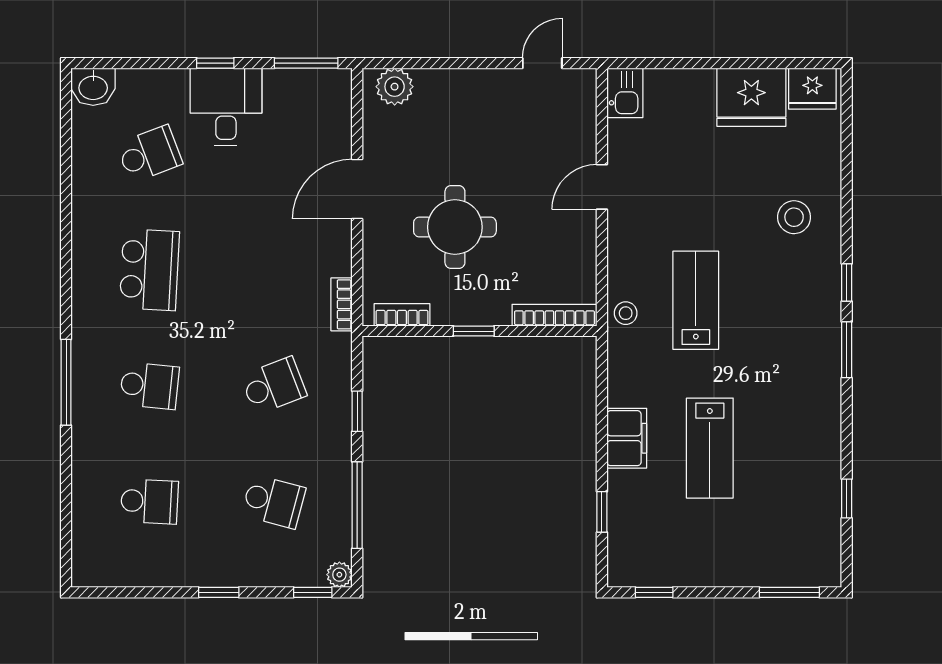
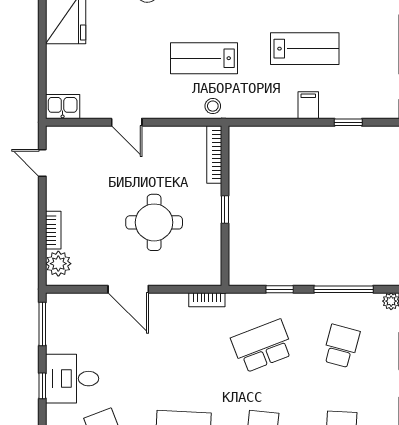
bookcase: (402, 315) -> (53, 230), moved, turned 180
school desk: (274, 386) -> (262, 346), width x1.85
filing cabinet: (627, 438) -> (308, 105), width x0.50

